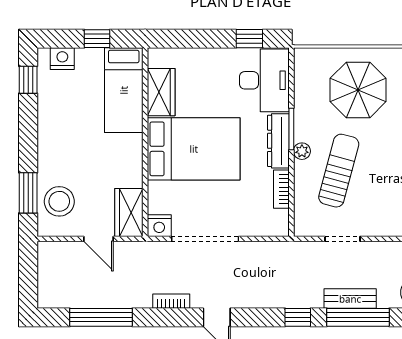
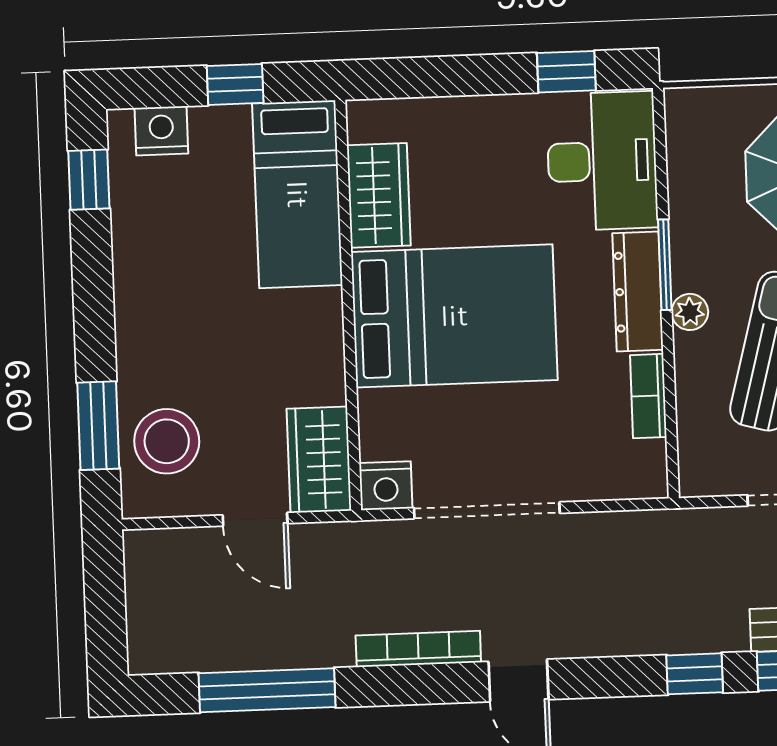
bookcase: (171, 301) -> (418, 649), width x1.56

